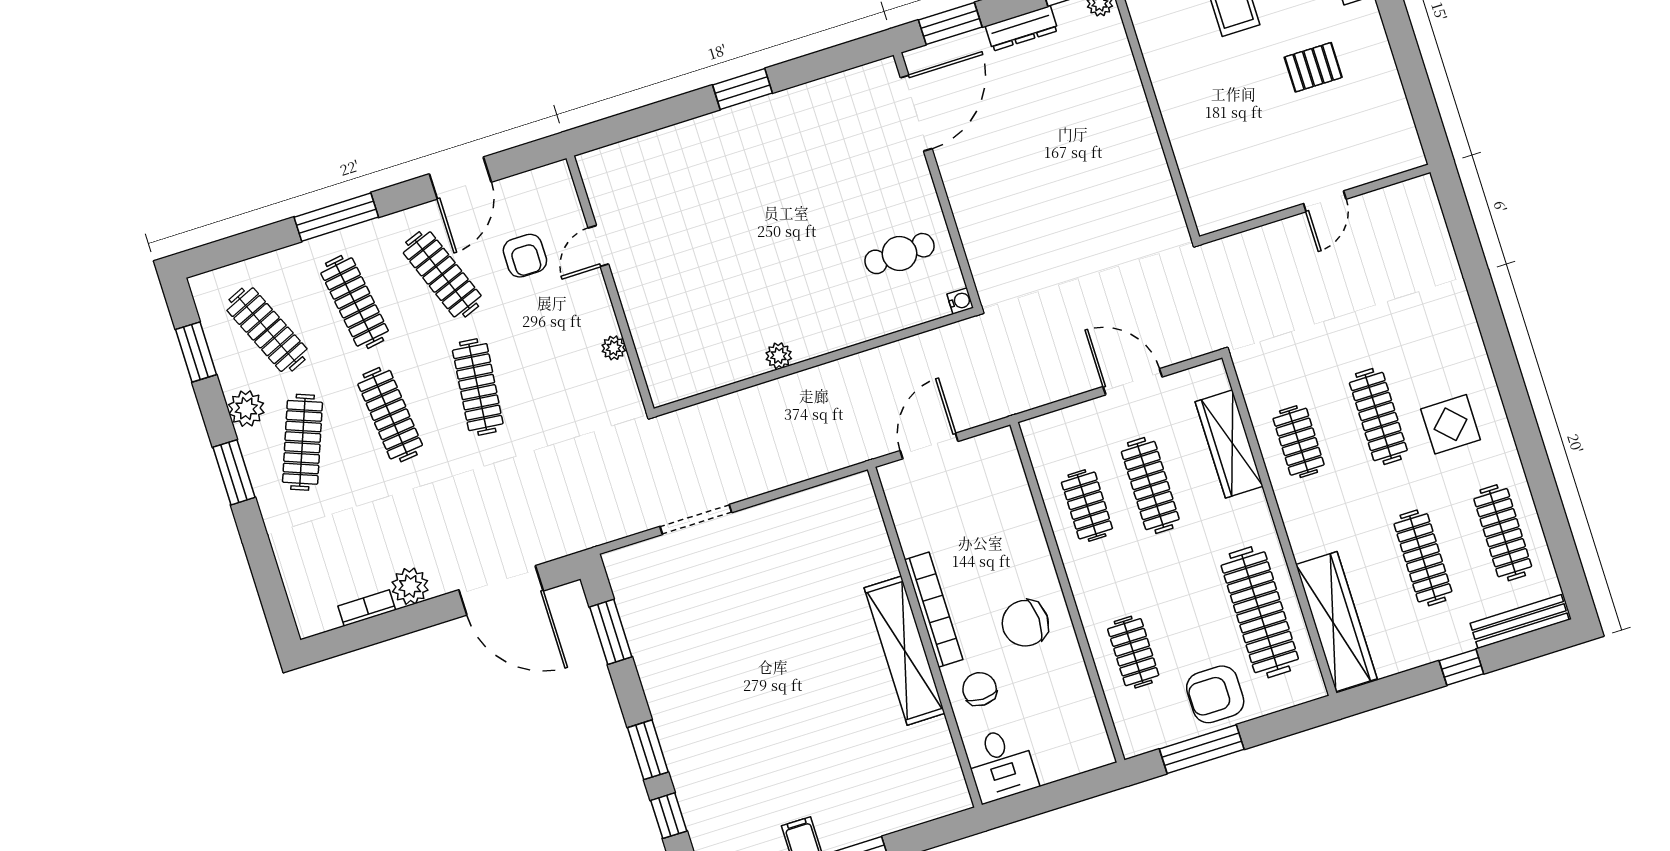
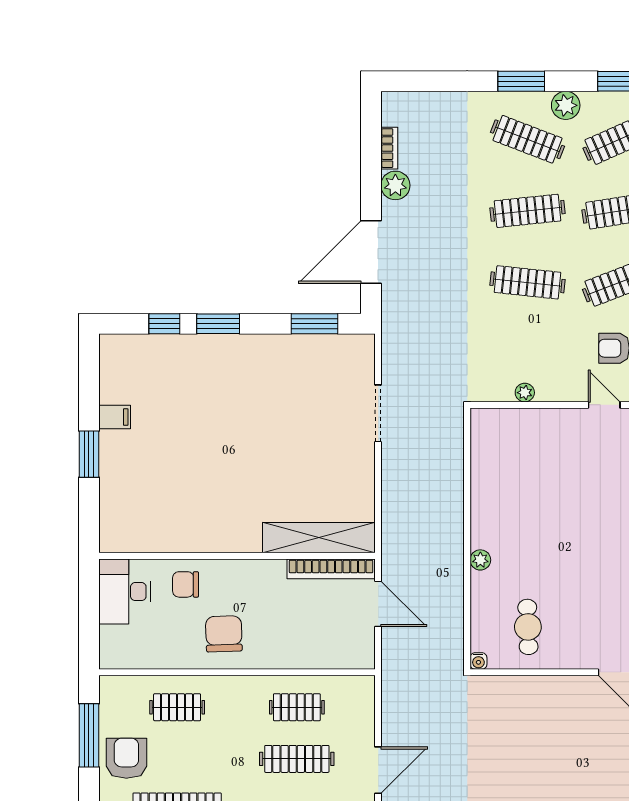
plant: (779, 356) -> (480, 560), moved
bookcase: (934, 610) -> (331, 569), moved
shelving: (904, 651) -> (319, 538), moved
chair: (980, 689) -> (186, 584), turned 180
desk: (1001, 765) -> (124, 592), width x1.37

